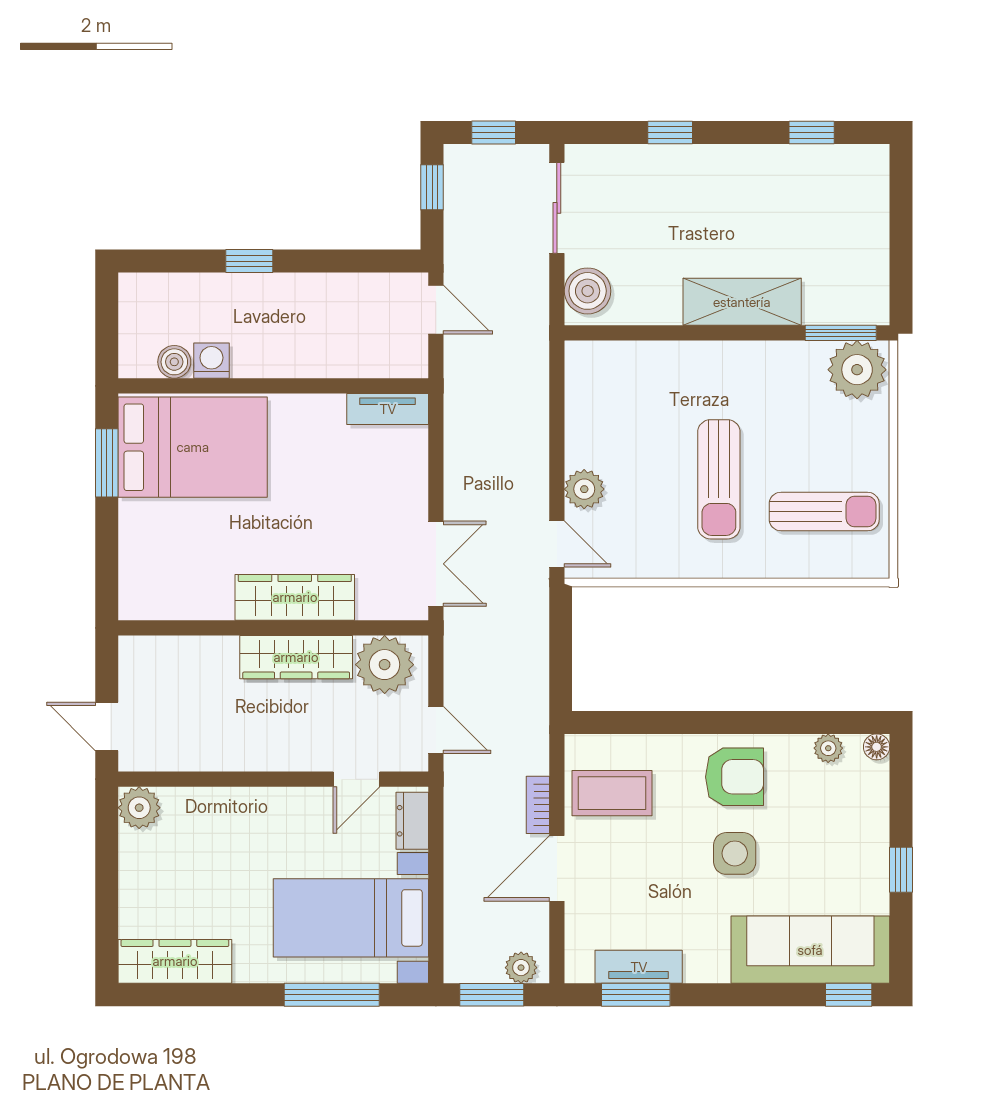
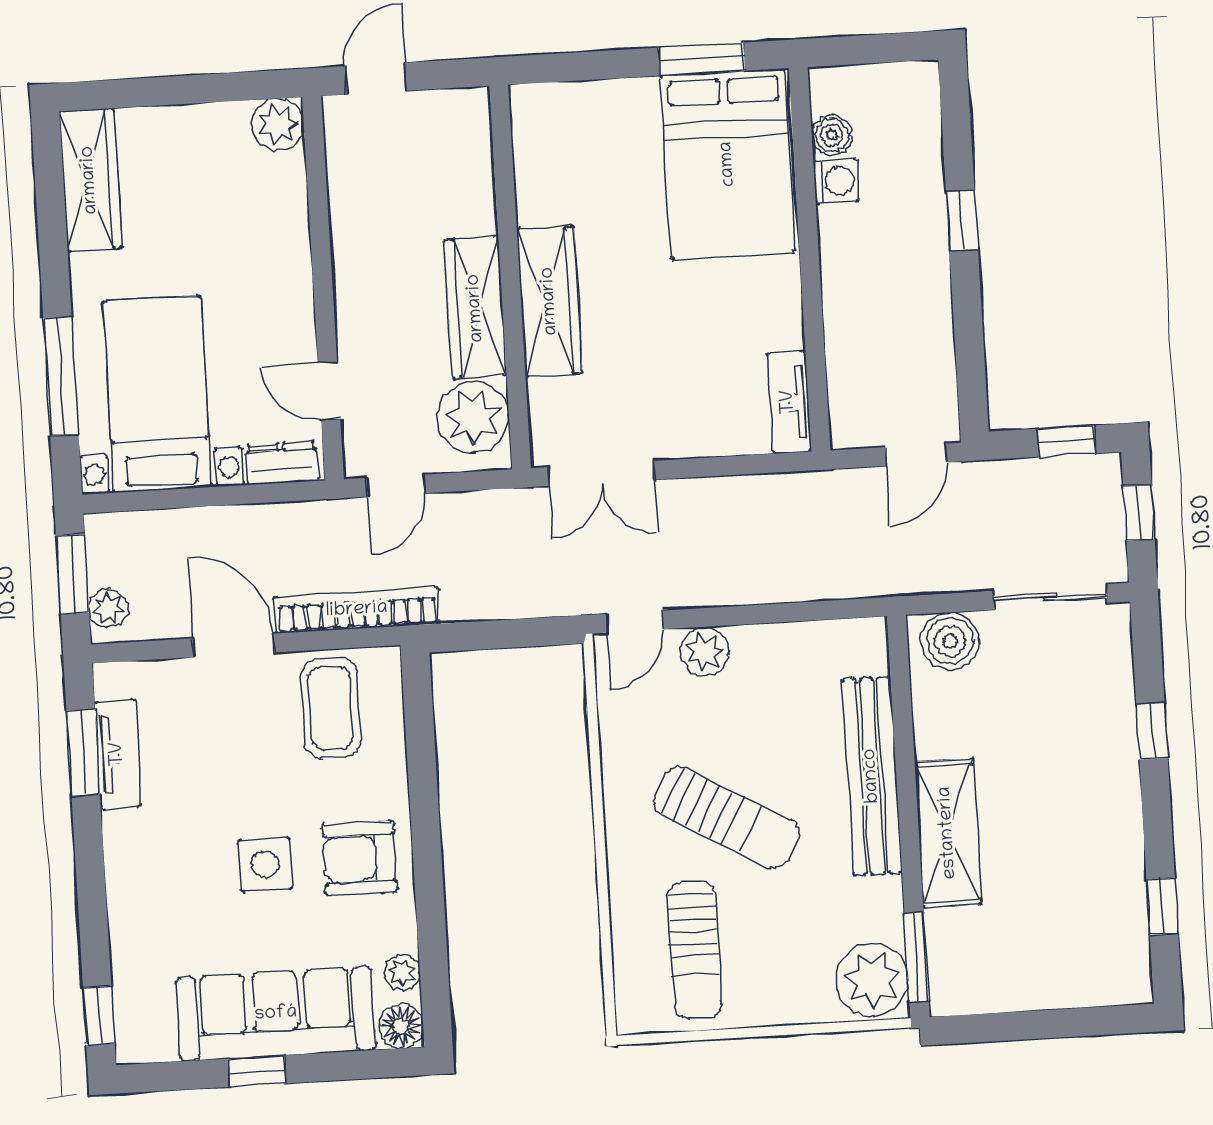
bench: (693, 360) -> (872, 776), added
sun lounger: (719, 479) -> (727, 817), turned -151
floor lamp: (877, 747) -> (401, 1026), width x1.37, depth x1.37
armchair: (735, 777) -> (360, 858), turned 90
bookcase: (538, 805) -> (357, 610), width x2.31, depth x1.31
sofa: (810, 950) -> (276, 1014), moved, turned -90

